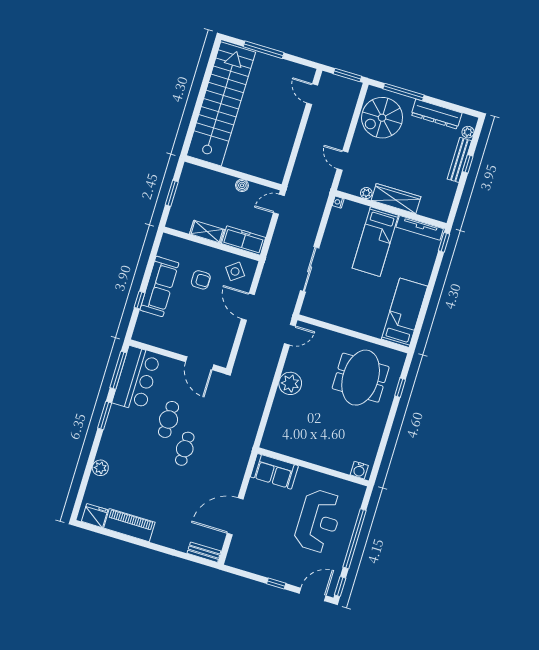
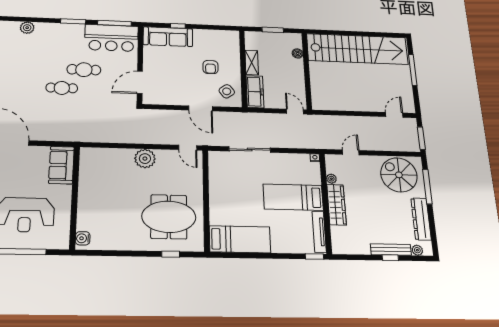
boiler: (242, 185) -> (298, 53), moved
sofa: (159, 286) -> (168, 37), moved
door: (248, 307) -> (201, 108), swing flipped

